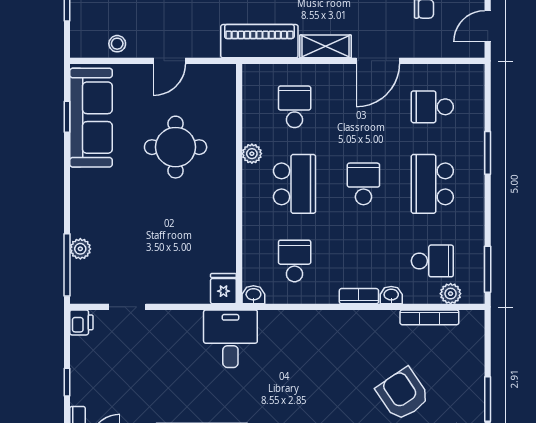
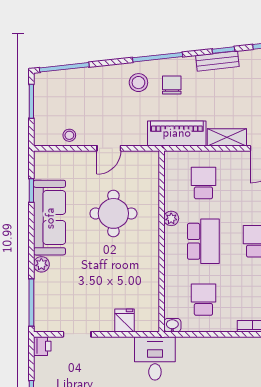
sofa: (91, 118) -> (50, 218), moved
plant: (80, 249) -> (41, 264), moved
fridge: (223, 289) -> (125, 321), moved

